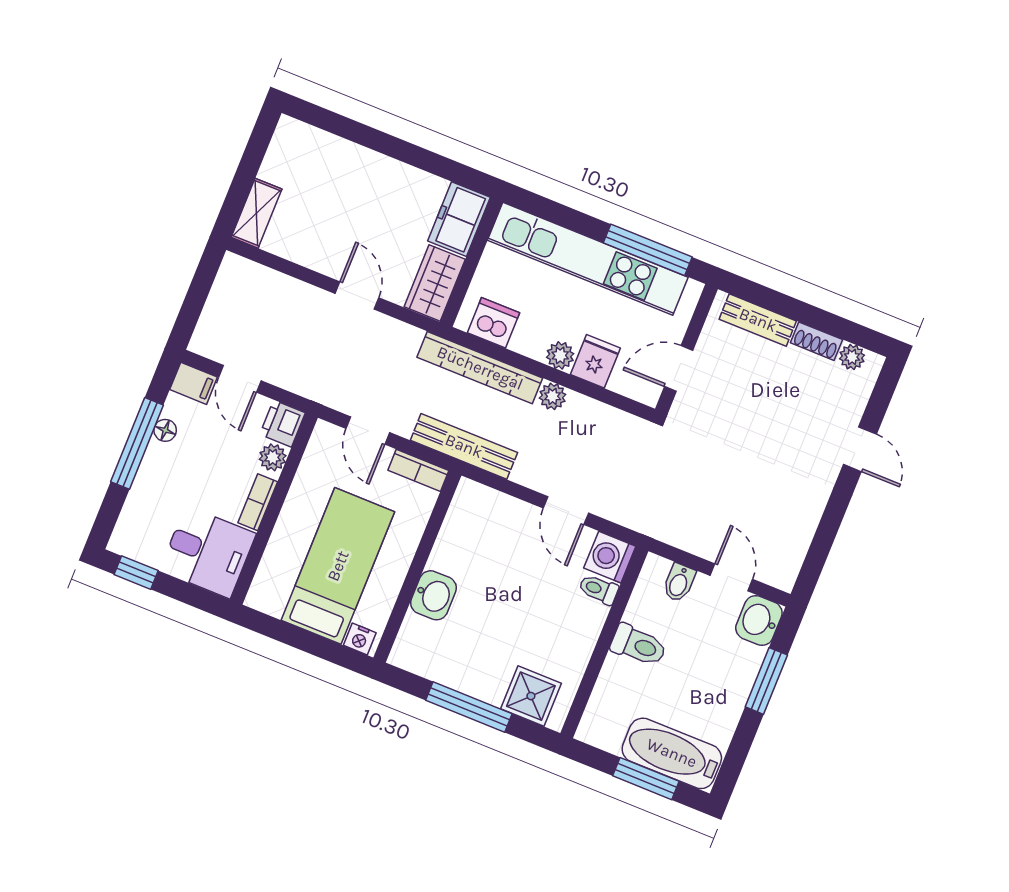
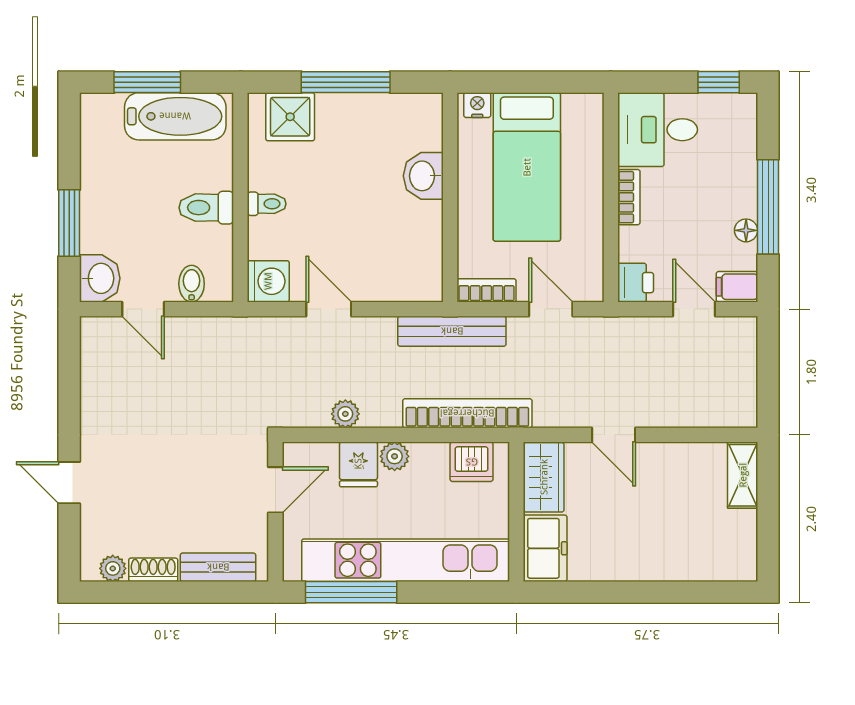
plant: (553, 396) -> (345, 414), moved
plant: (273, 457) -> (632, 246), removed
toilet: (598, 589) -> (267, 204), moved
bathtub: (672, 753) -> (175, 116), moved

